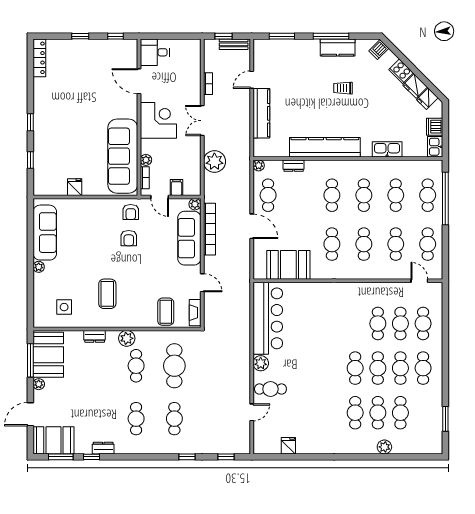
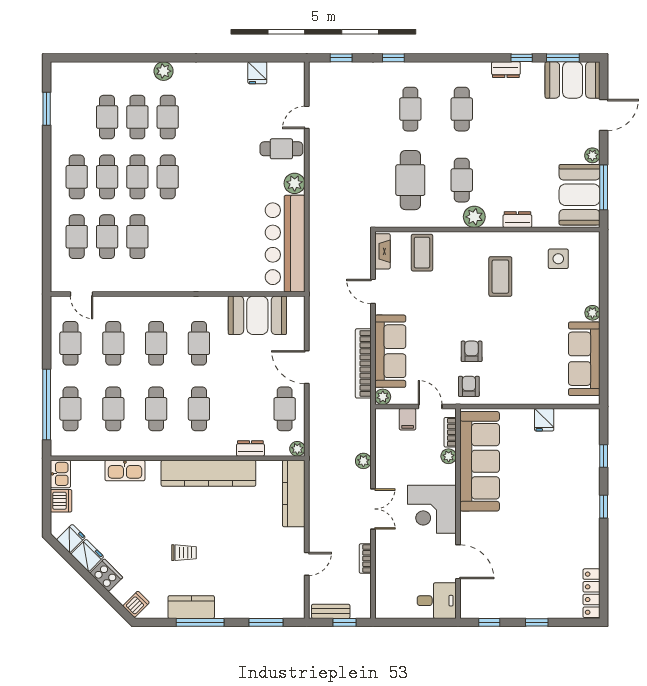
kitchen counter: (261, 113) -> (294, 493), moved
plant: (214, 161) -> (363, 461), width x0.53, depth x0.53
plant: (384, 447) -> (164, 71), moved

